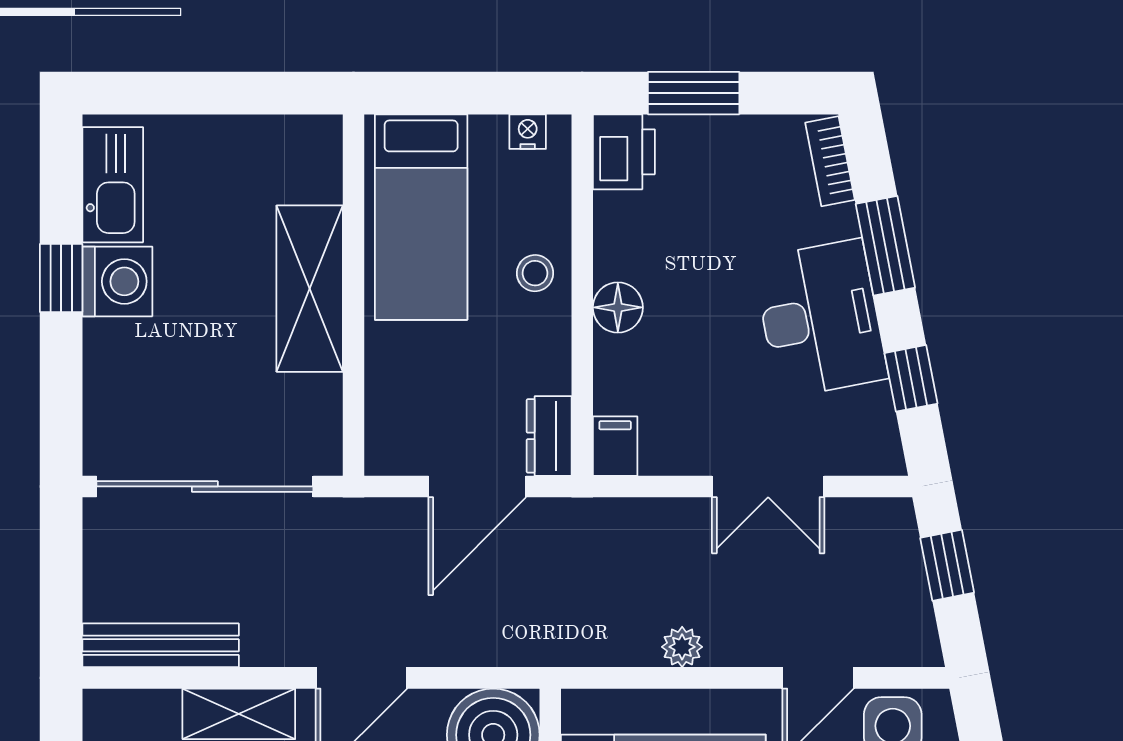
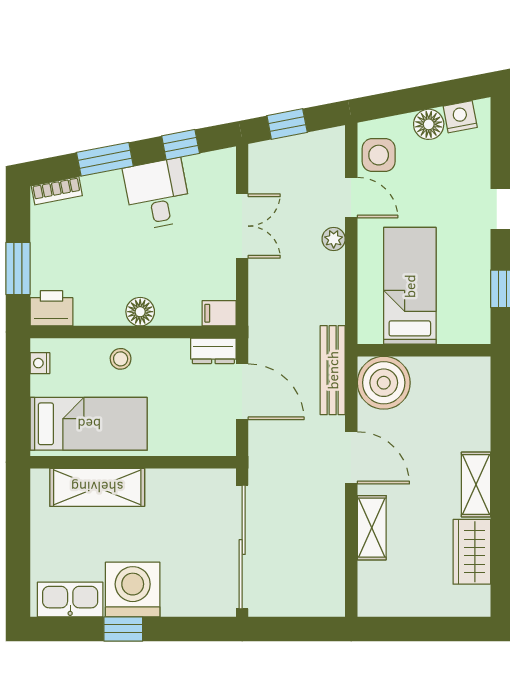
washing machine: (117, 281) -> (133, 590), width x1.37, depth x1.37
shelving: (310, 289) -> (97, 487), moved
desk: (820, 319) -> (157, 194), width x0.73
bench: (161, 645) -> (333, 370), moved
plant: (682, 647) -> (334, 239), moved

